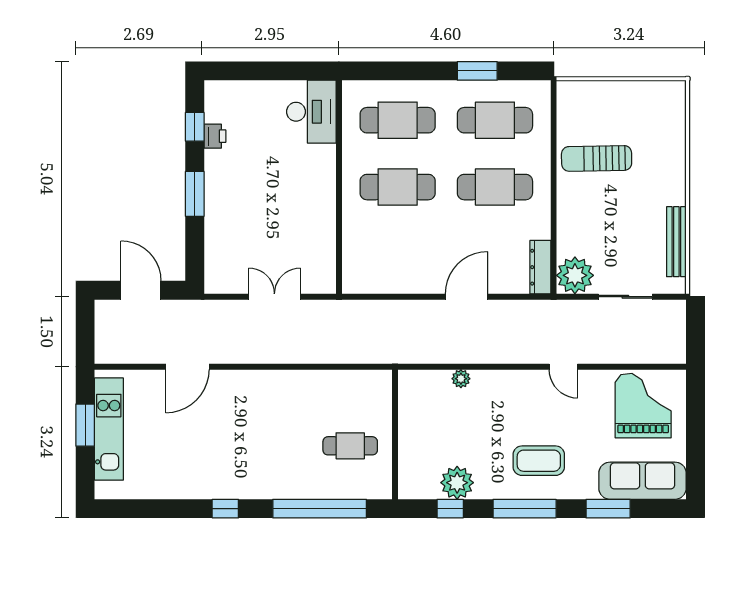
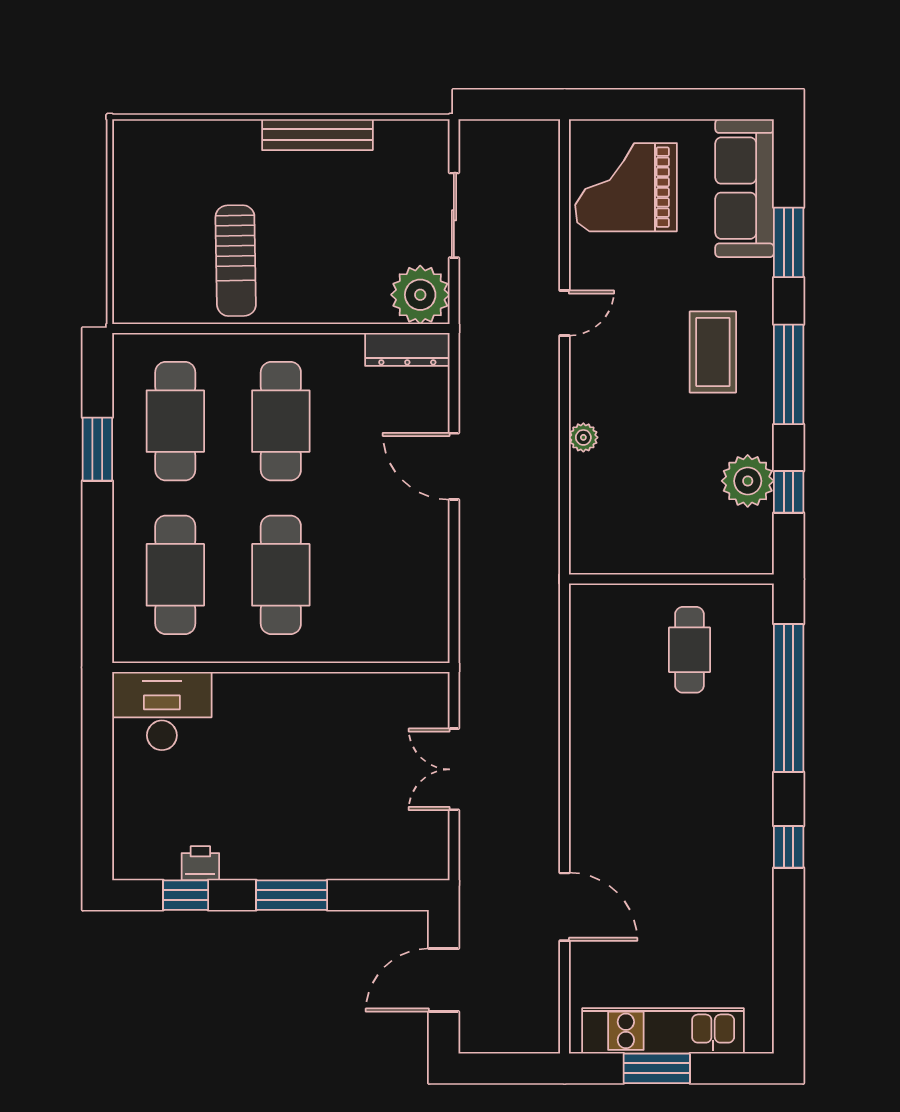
bench: (676, 242) -> (317, 135), moved
plant: (461, 379) -> (583, 437), moved

